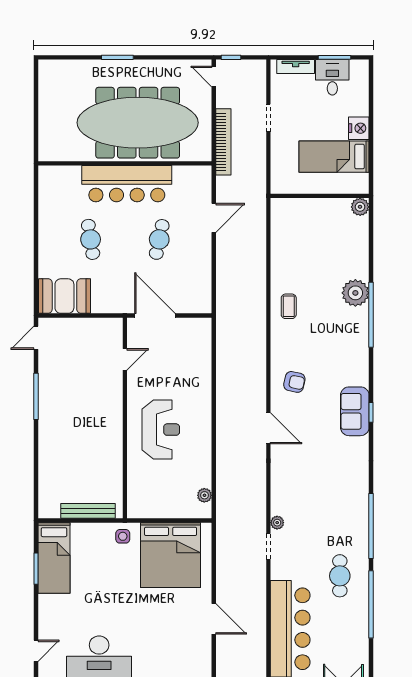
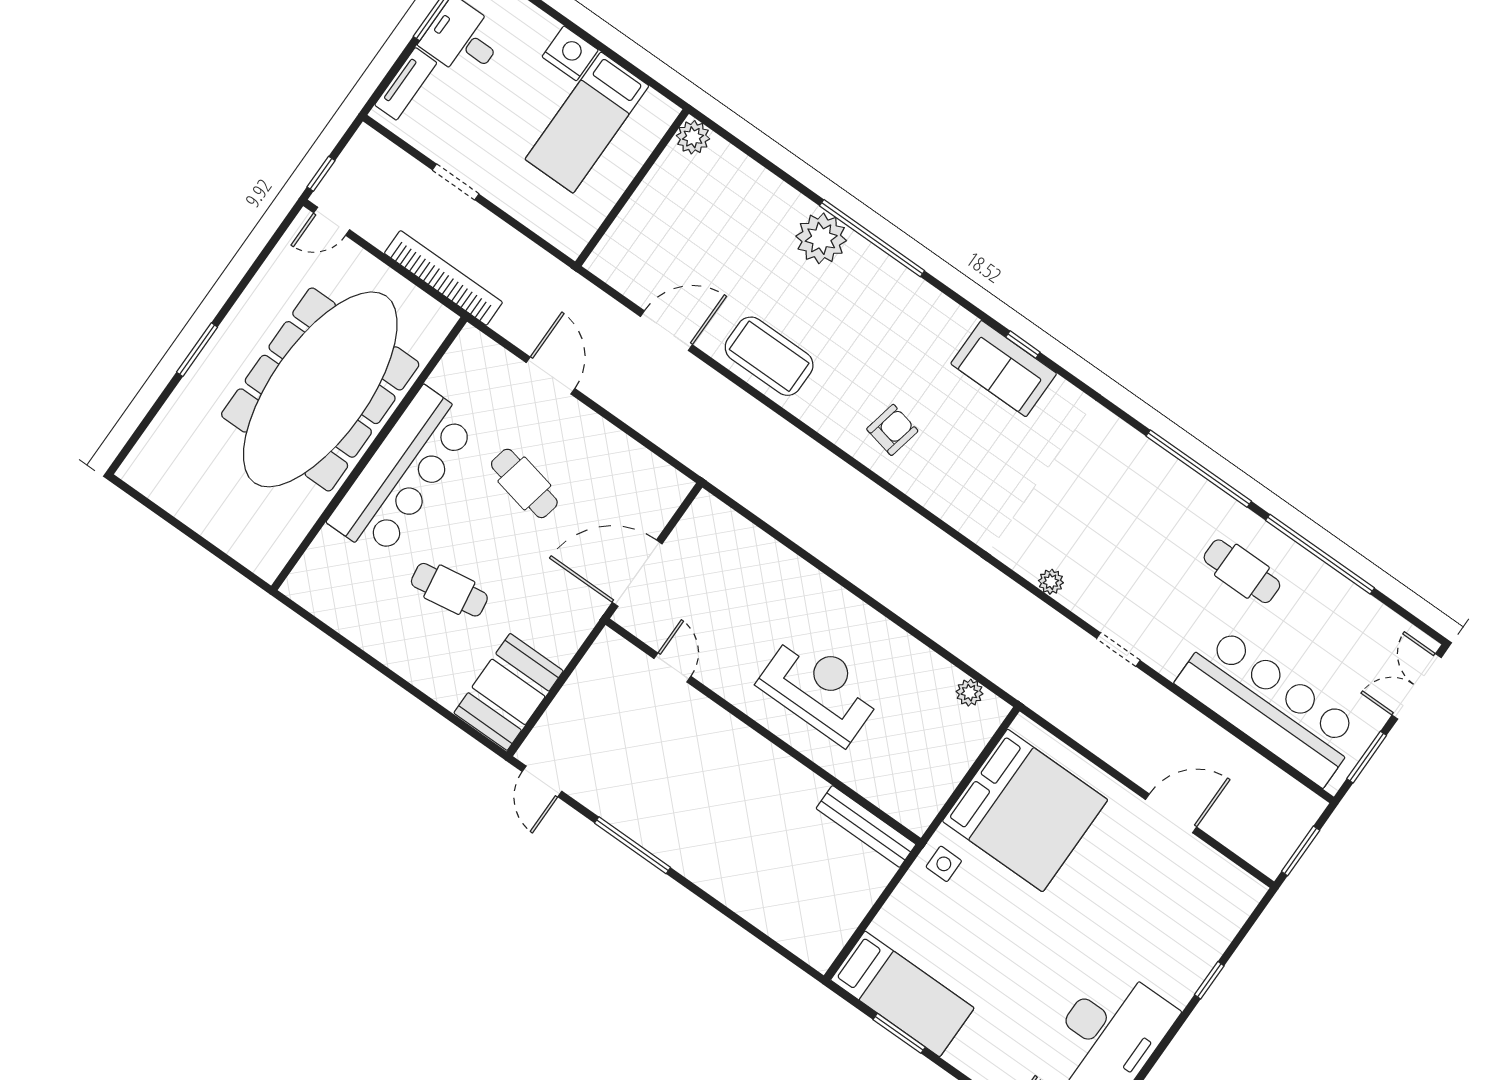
coffee table: (289, 306) -> (769, 356), width x1.86, depth x1.72
door: (268, 428) -> (666, 331), moved
bench: (88, 511) -> (866, 826), moved, turned 90
plant: (277, 523) -> (1051, 582), moved

